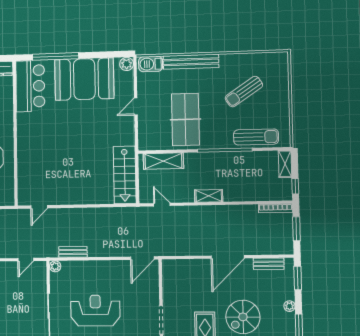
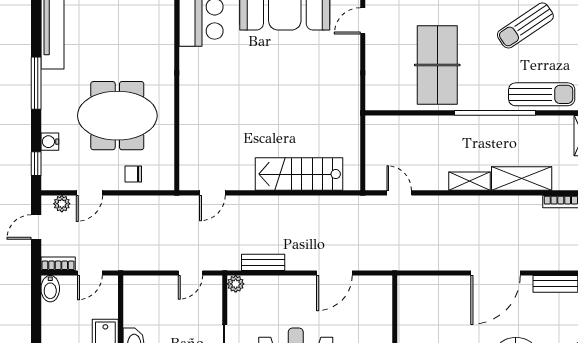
door: (136, 106) -> (363, 21), moved
shelving: (163, 161) -> (522, 179), moved
stairs: (125, 175) -> (299, 174), moved, turned 90
door: (142, 258) -> (334, 273), moved

